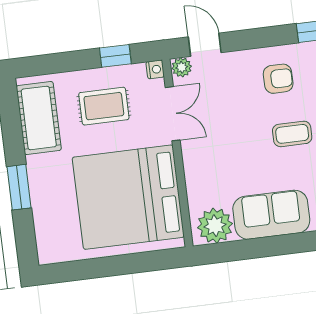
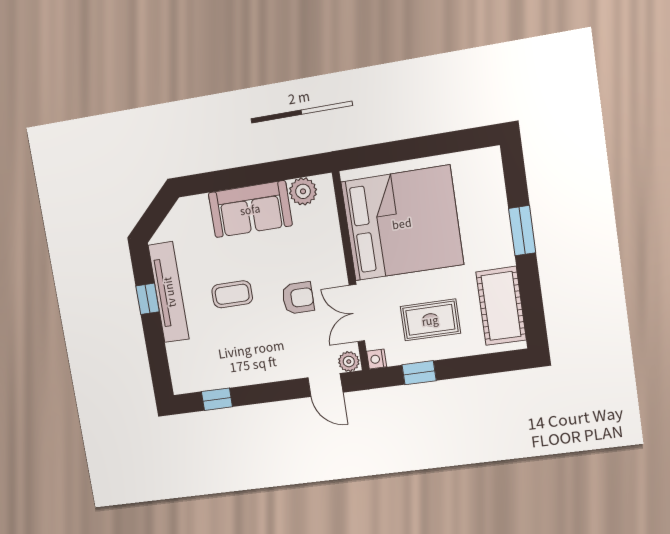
armchair: (278, 79) -> (298, 298), moved, turned 180
plant: (215, 226) -> (303, 191), width x0.73, depth x0.73

